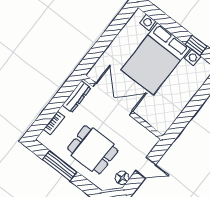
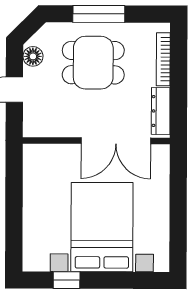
bookcase: (54, 123) -> (163, 59), width x1.56
window: (60, 166) -> (99, 14), moved

